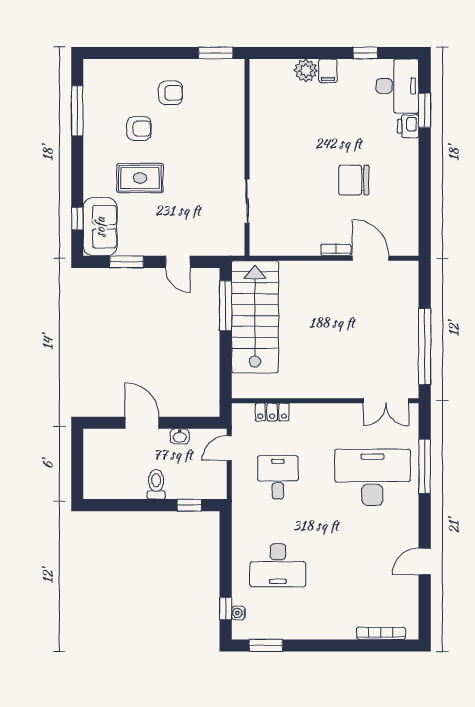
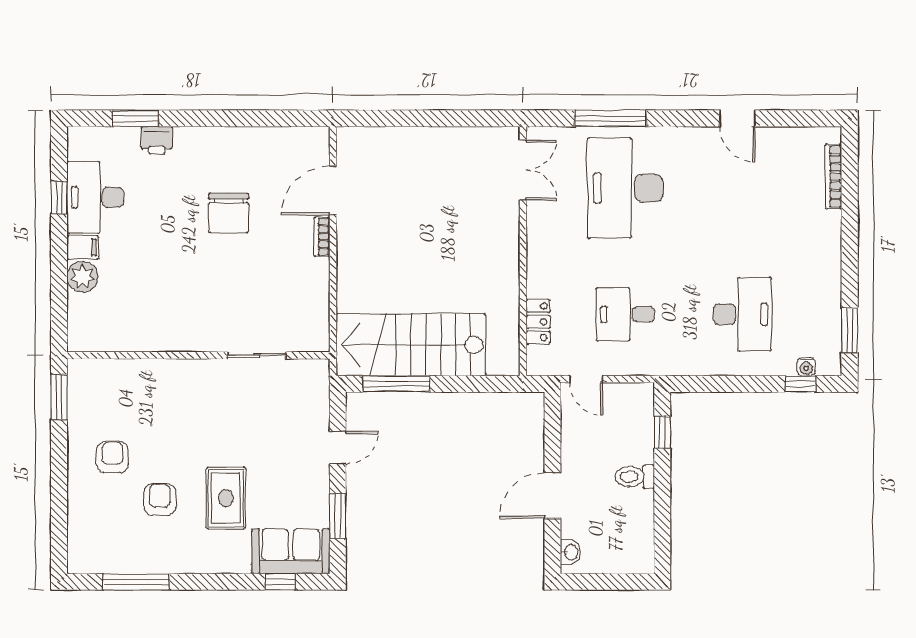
desk: (397, 86) -> (95, 197), moved, turned -90
window: (425, 346) -> (450, 118), removed
washbasin: (180, 436) -> (571, 552), moved

